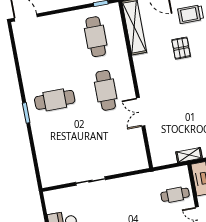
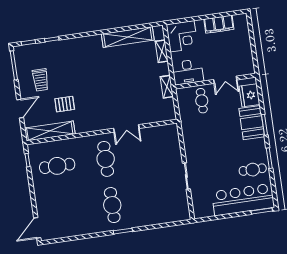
pallet: (181, 48) -> (65, 104), moved
cafe table: (106, 90) -> (106, 159), turned 90

